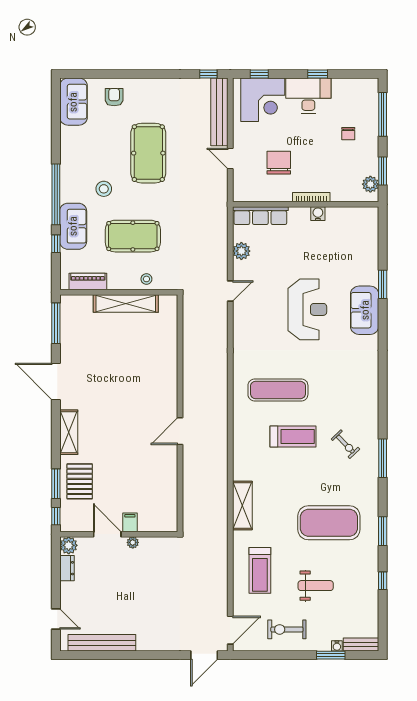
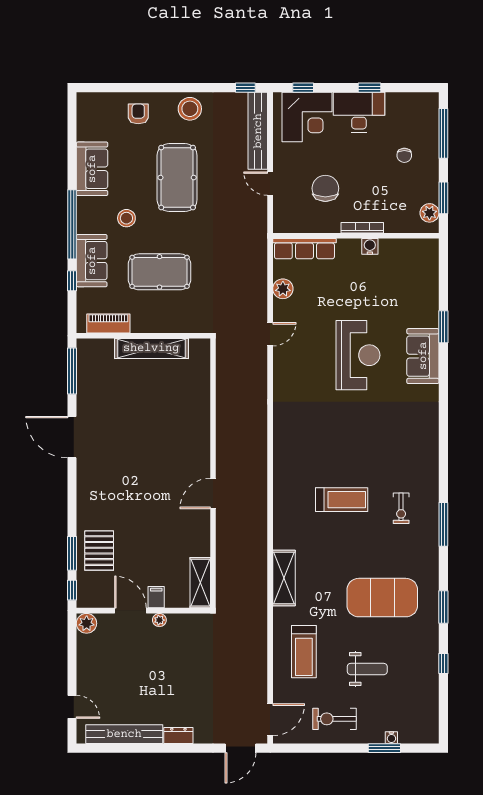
sofa: (73, 102) -> (92, 169), moved
stool: (146, 279) -> (190, 109), moved, width x1.89, depth x1.89
exercise mat: (278, 390) -> (324, 447), removed
shelving: (69, 432) -> (200, 583), moved
exercise bike: (345, 444) -> (401, 508), turned 44
dresser: (67, 568) -> (178, 736), moved, turned -90
bench: (361, 645) -> (419, 736), removed

